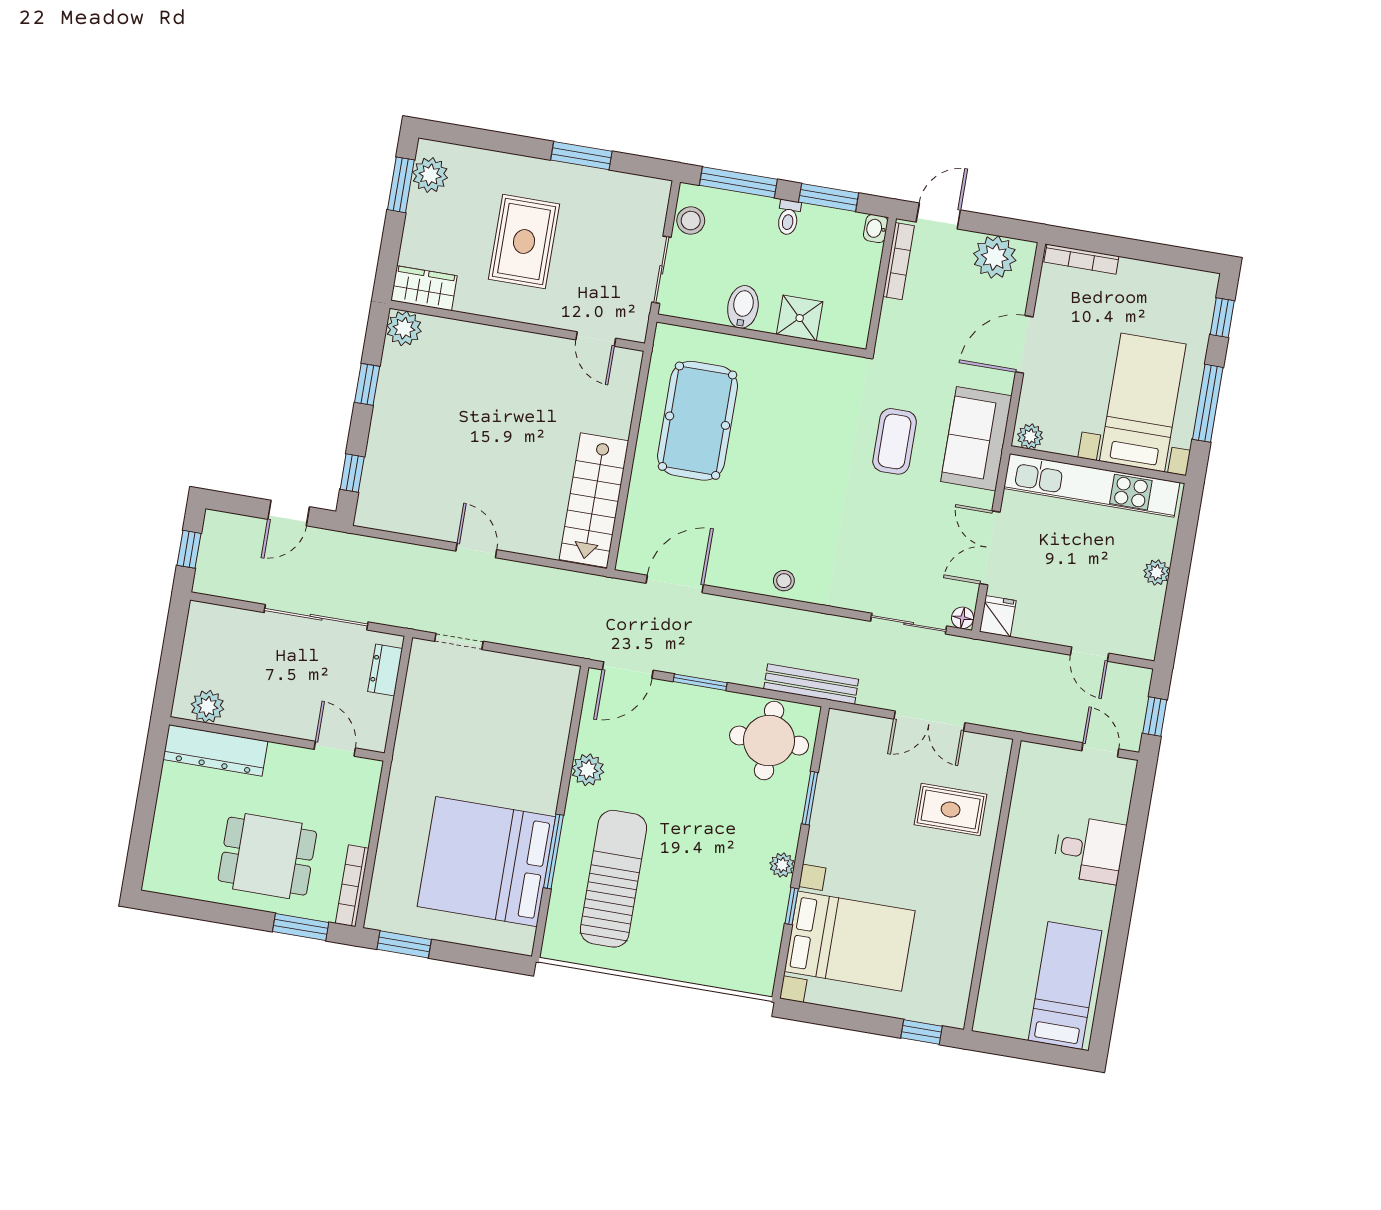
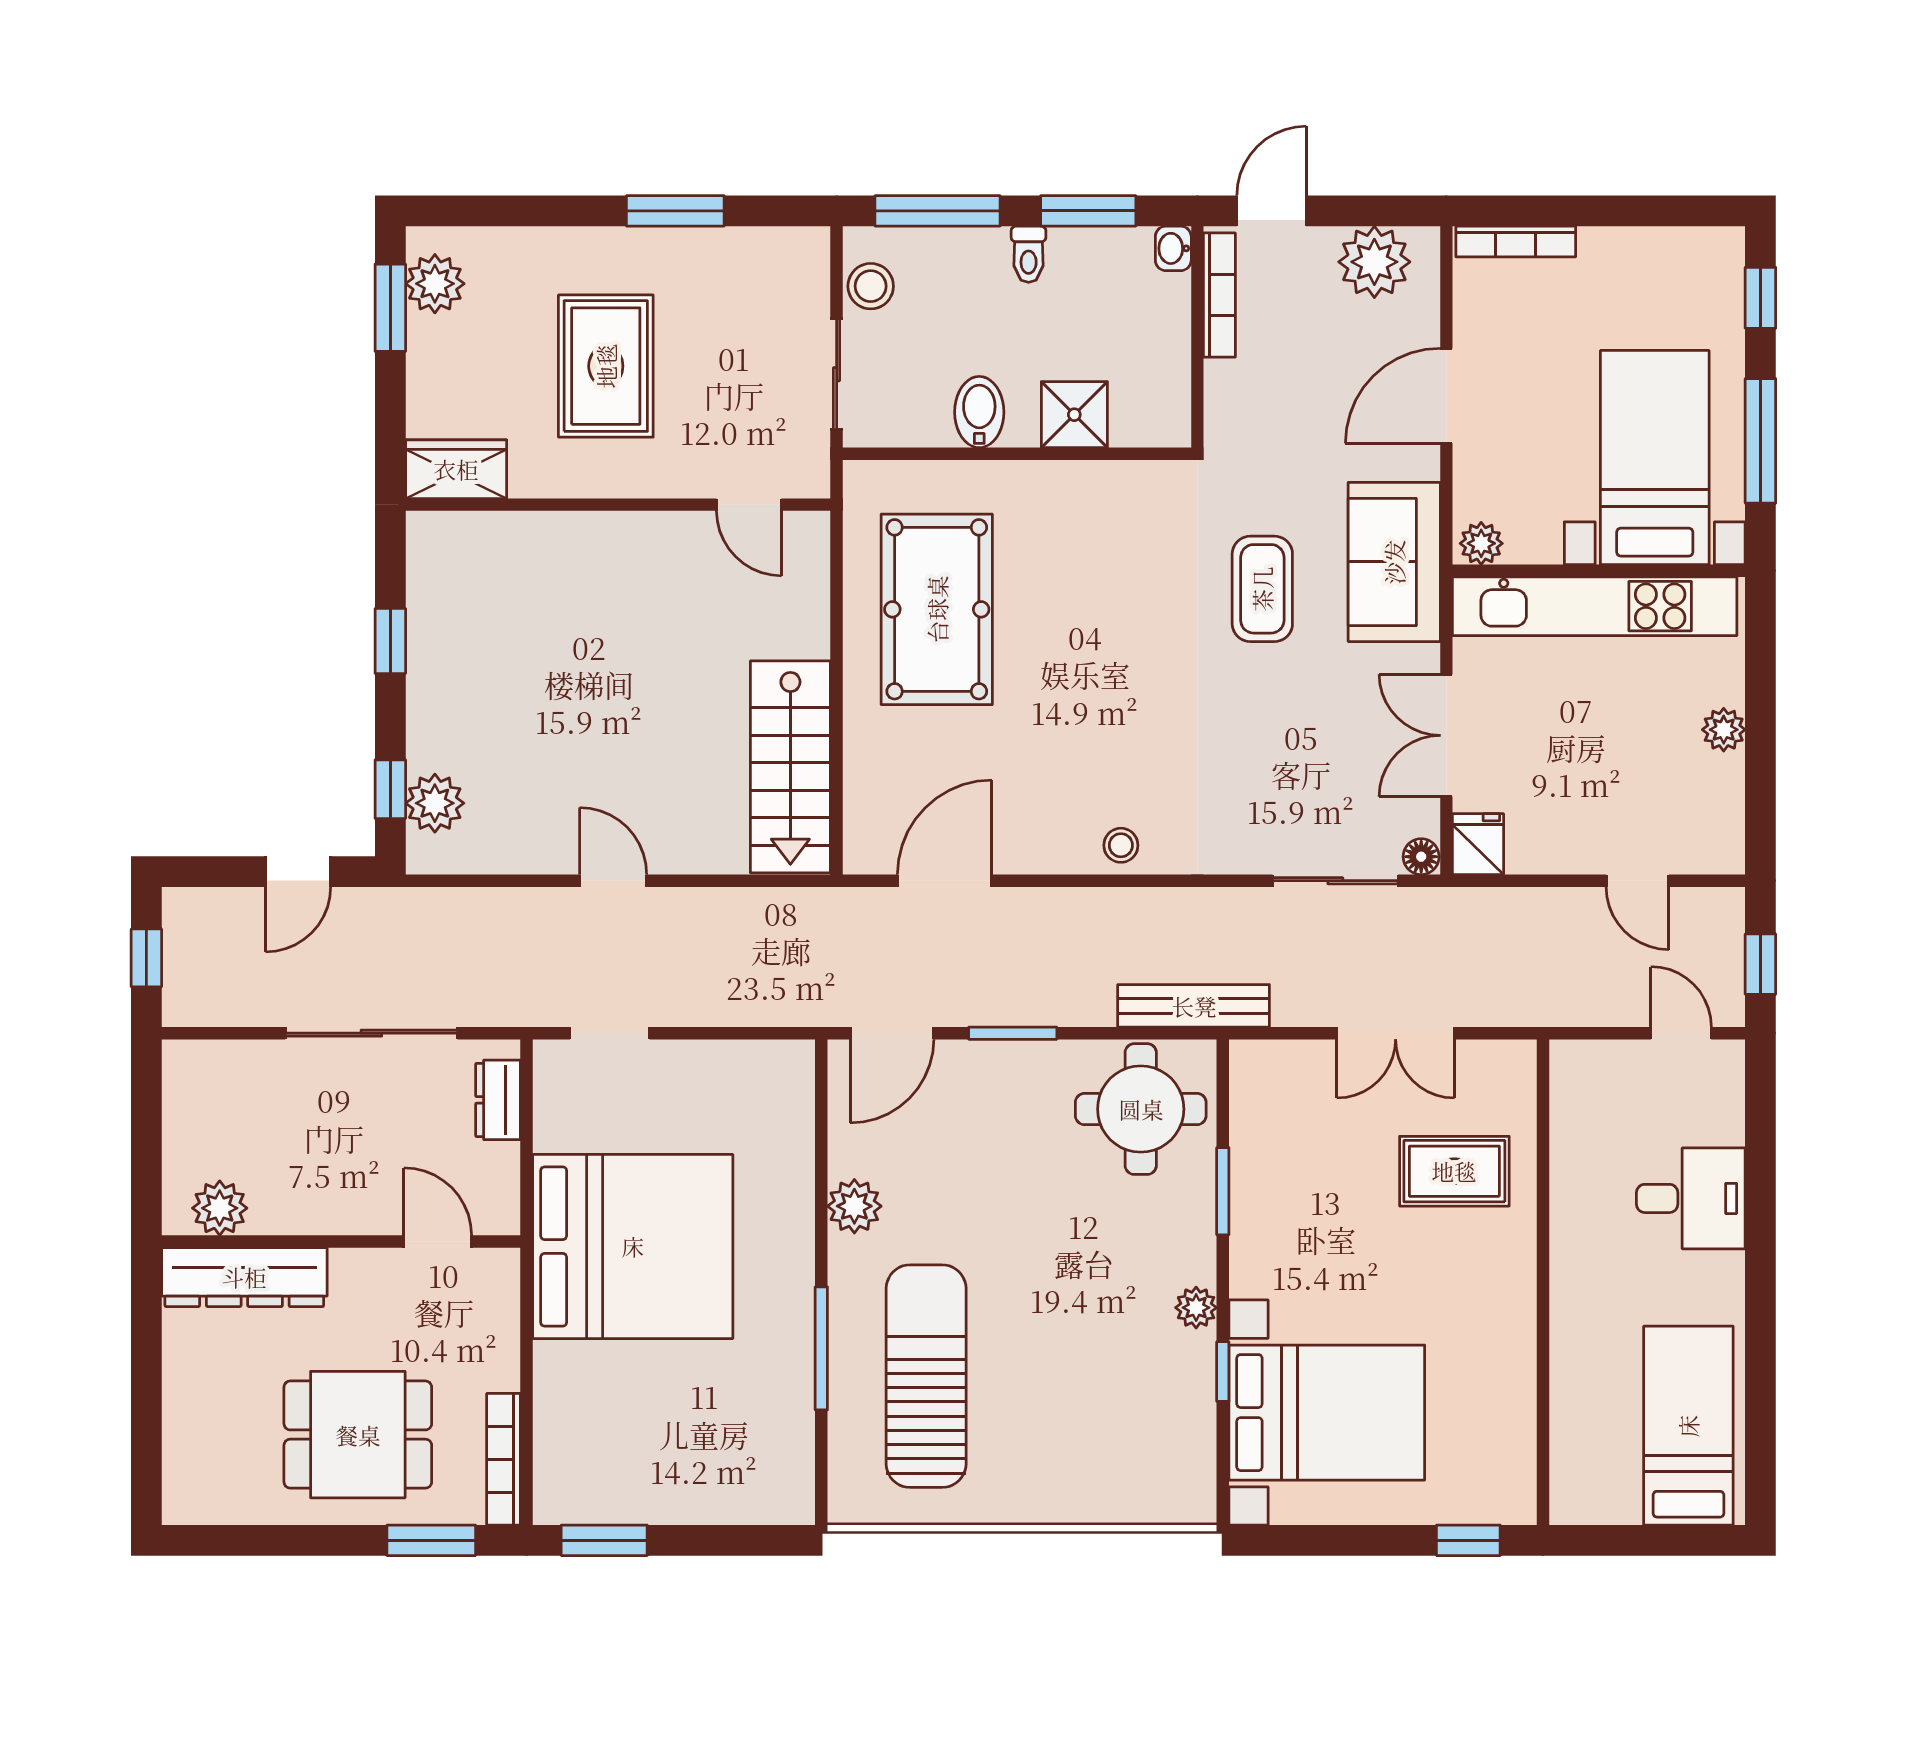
plant: (404, 328) -> (435, 803), moved
bed: (486, 862) -> (633, 1246), moved, turned 180

